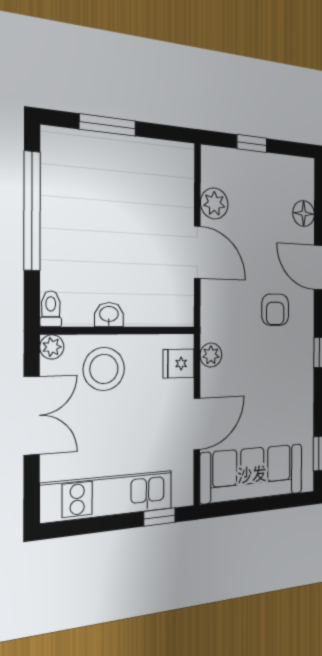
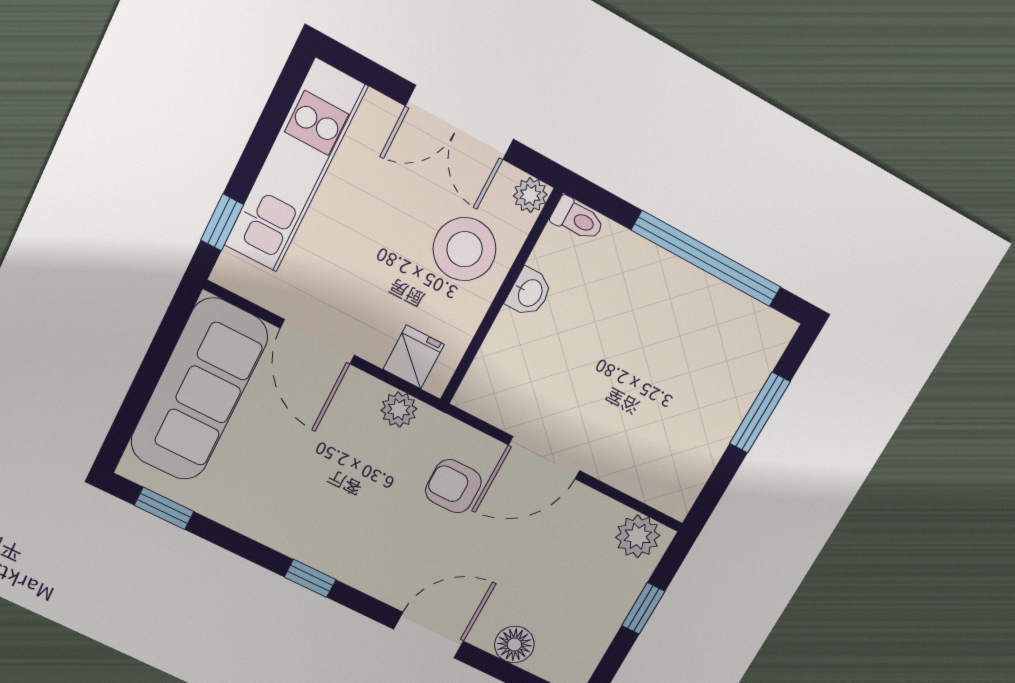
plant: (214, 203) -> (638, 536), moved
armchair: (275, 310) -> (453, 486), moved

